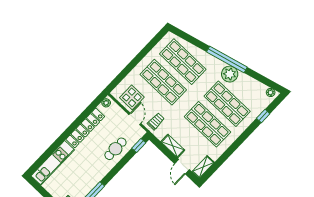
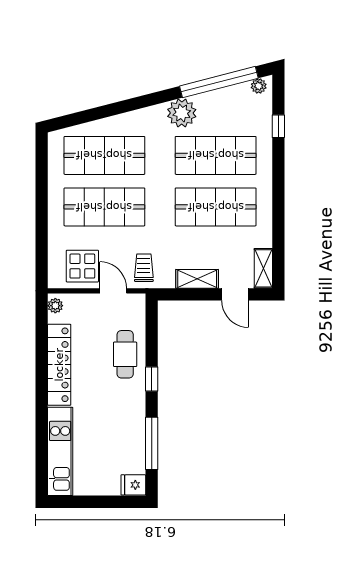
window: (227, 59) -> (219, 82), moved
window: (139, 145) -> (152, 379), moved

